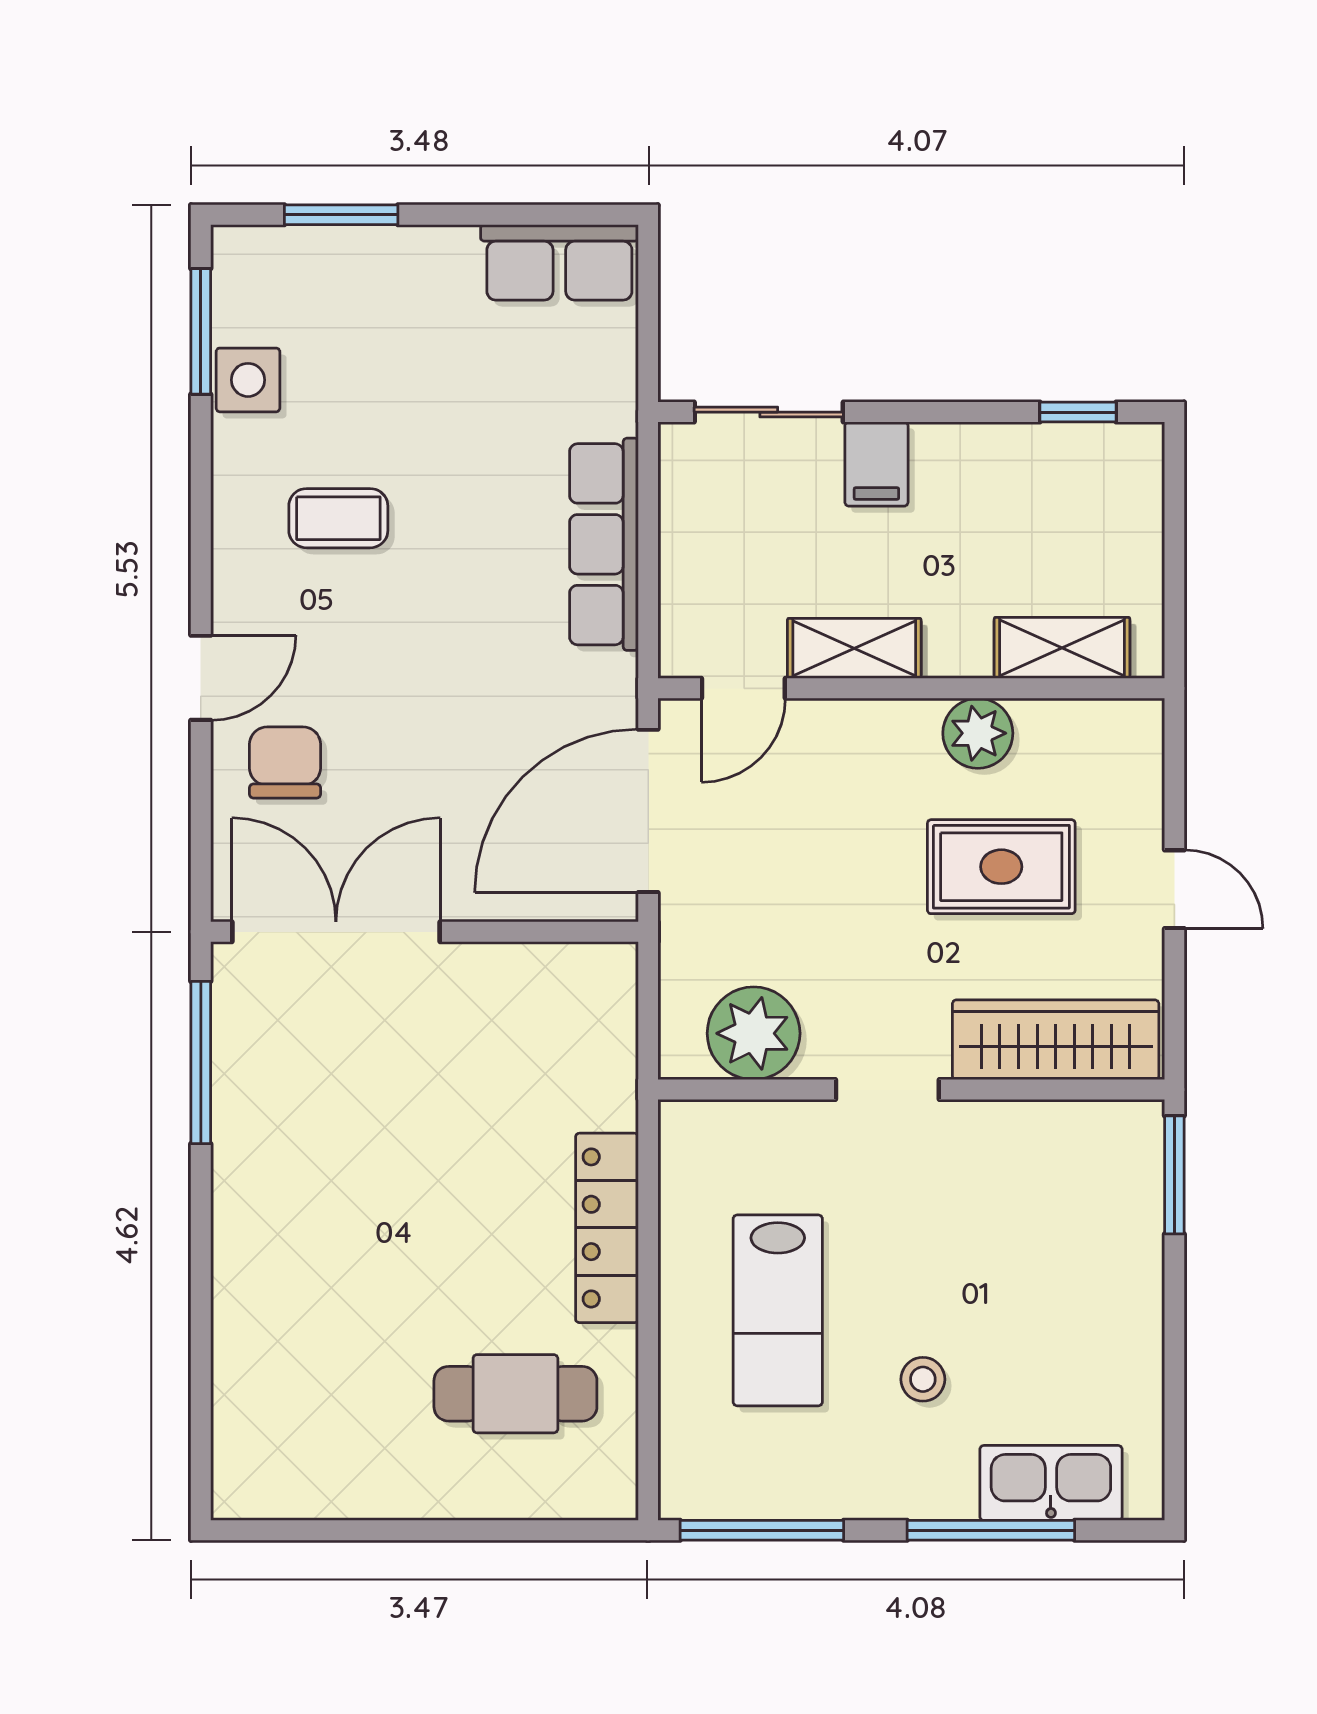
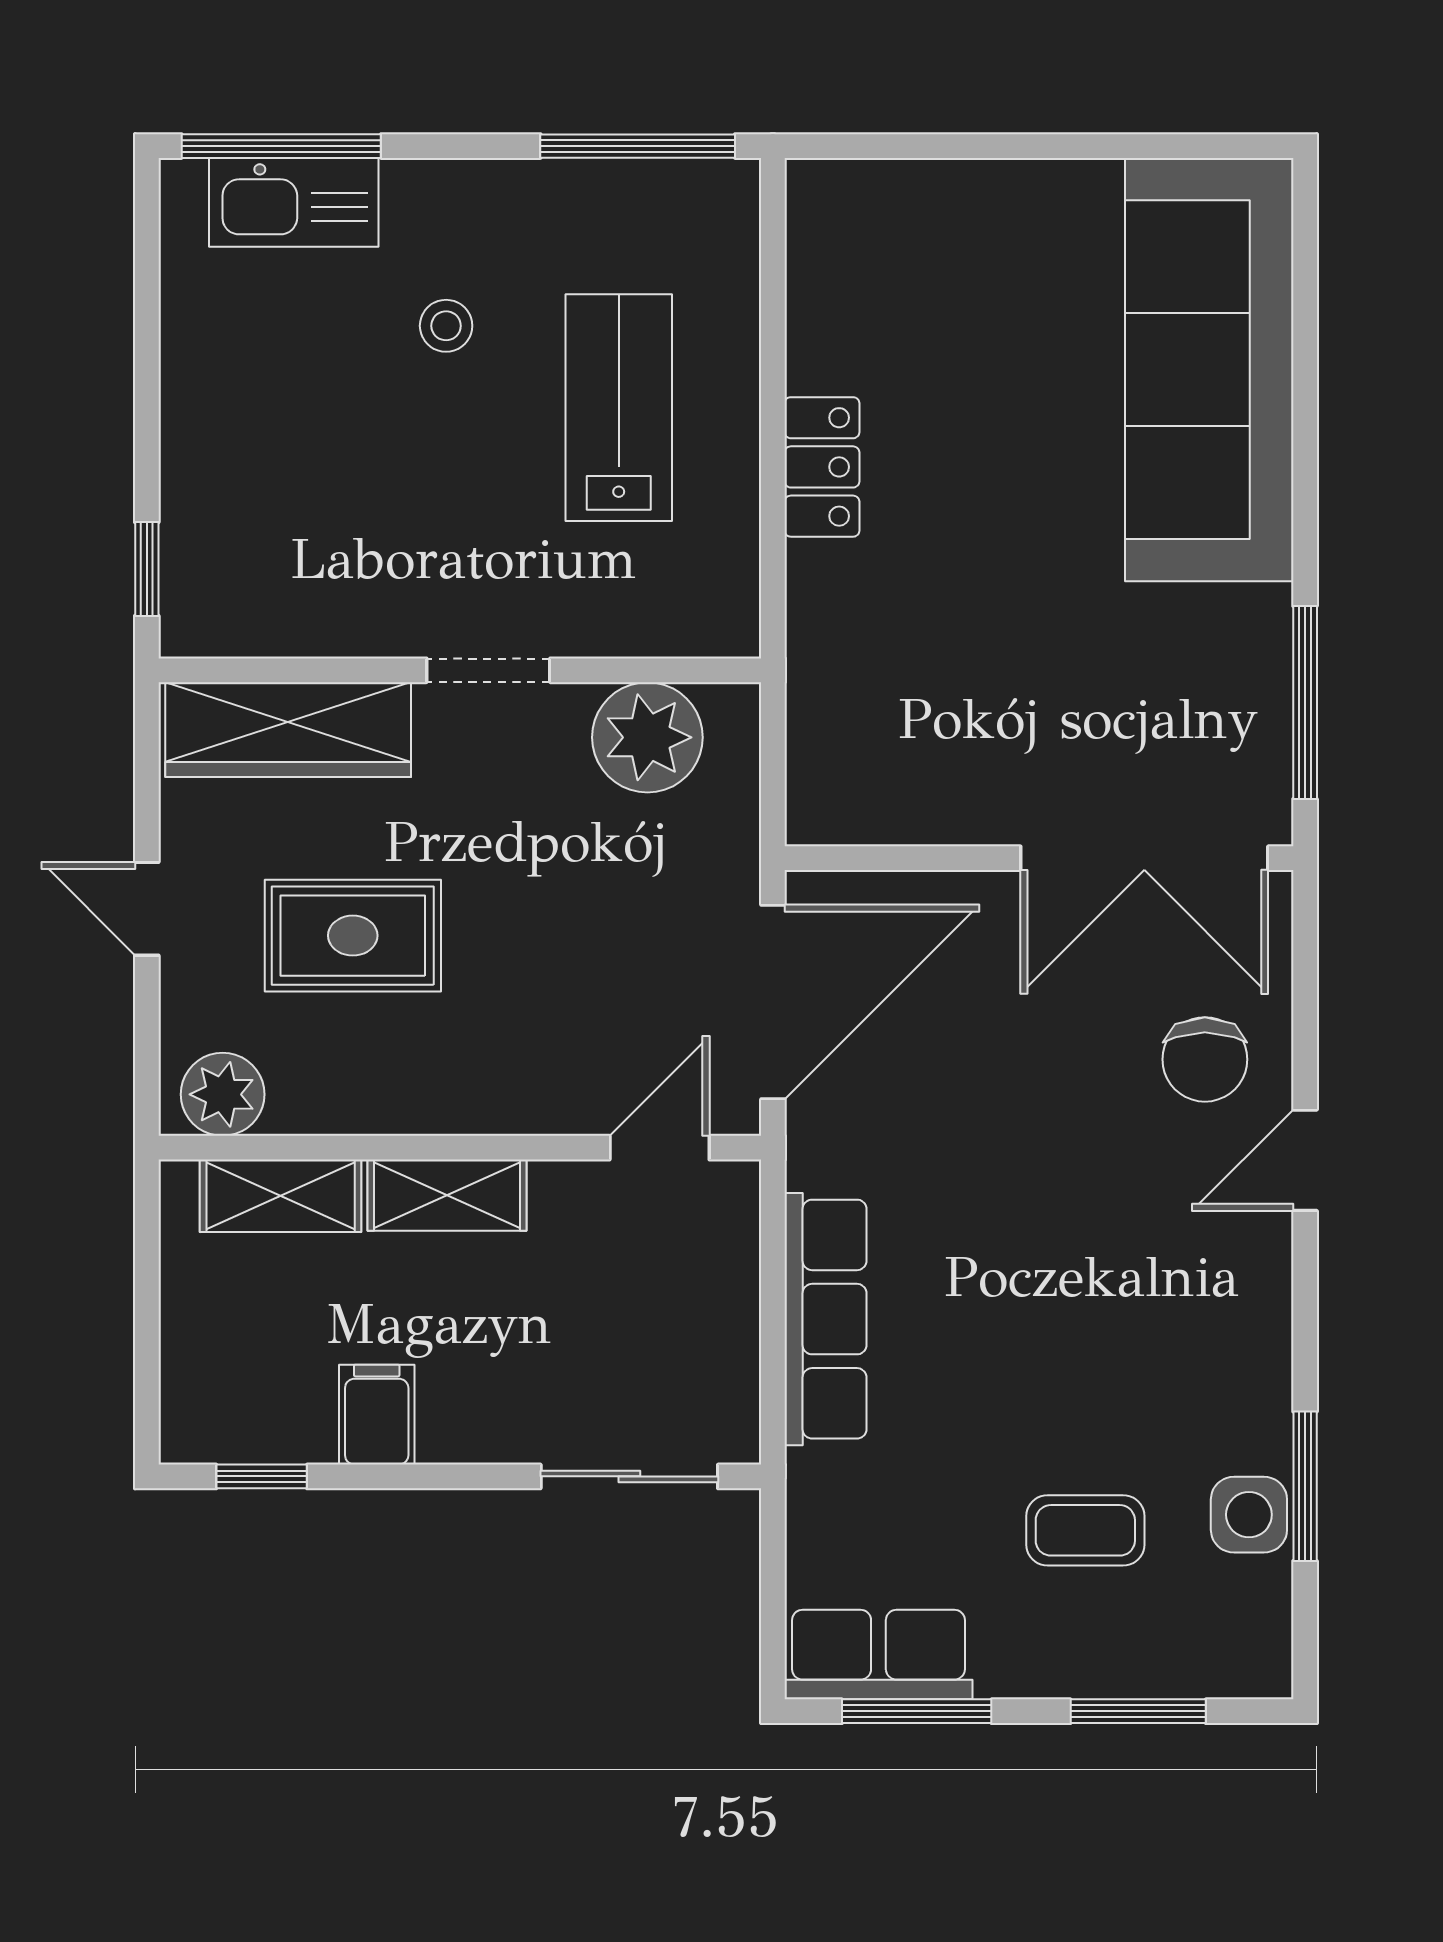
window: (527, 215) -> (917, 1711), added
window: (201, 331) -> (1305, 1486), moved
filing cabinet: (876, 464) -> (377, 1415), moved
coffee table: (338, 518) -> (1085, 1530), moved
shelving: (854, 648) -> (447, 1195), moved
plant: (978, 733) -> (223, 1094), moved
window: (1174, 1175) -> (147, 569), width x0.67
locker: (607, 1228) -> (822, 467), width x0.66
sofa: (281, 1342) -> (1209, 370), added
cafe table: (515, 1394) -> (931, 309), removed
window: (991, 1530) -> (281, 146), moved

